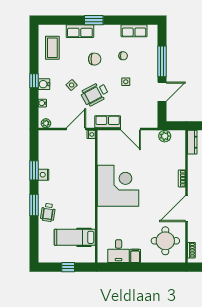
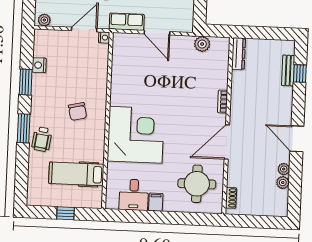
nightstand: (44, 175) -> (39, 65), moved
corner desk: (118, 186) -> (136, 135), moved
chair: (74, 191) -> (77, 112), added

